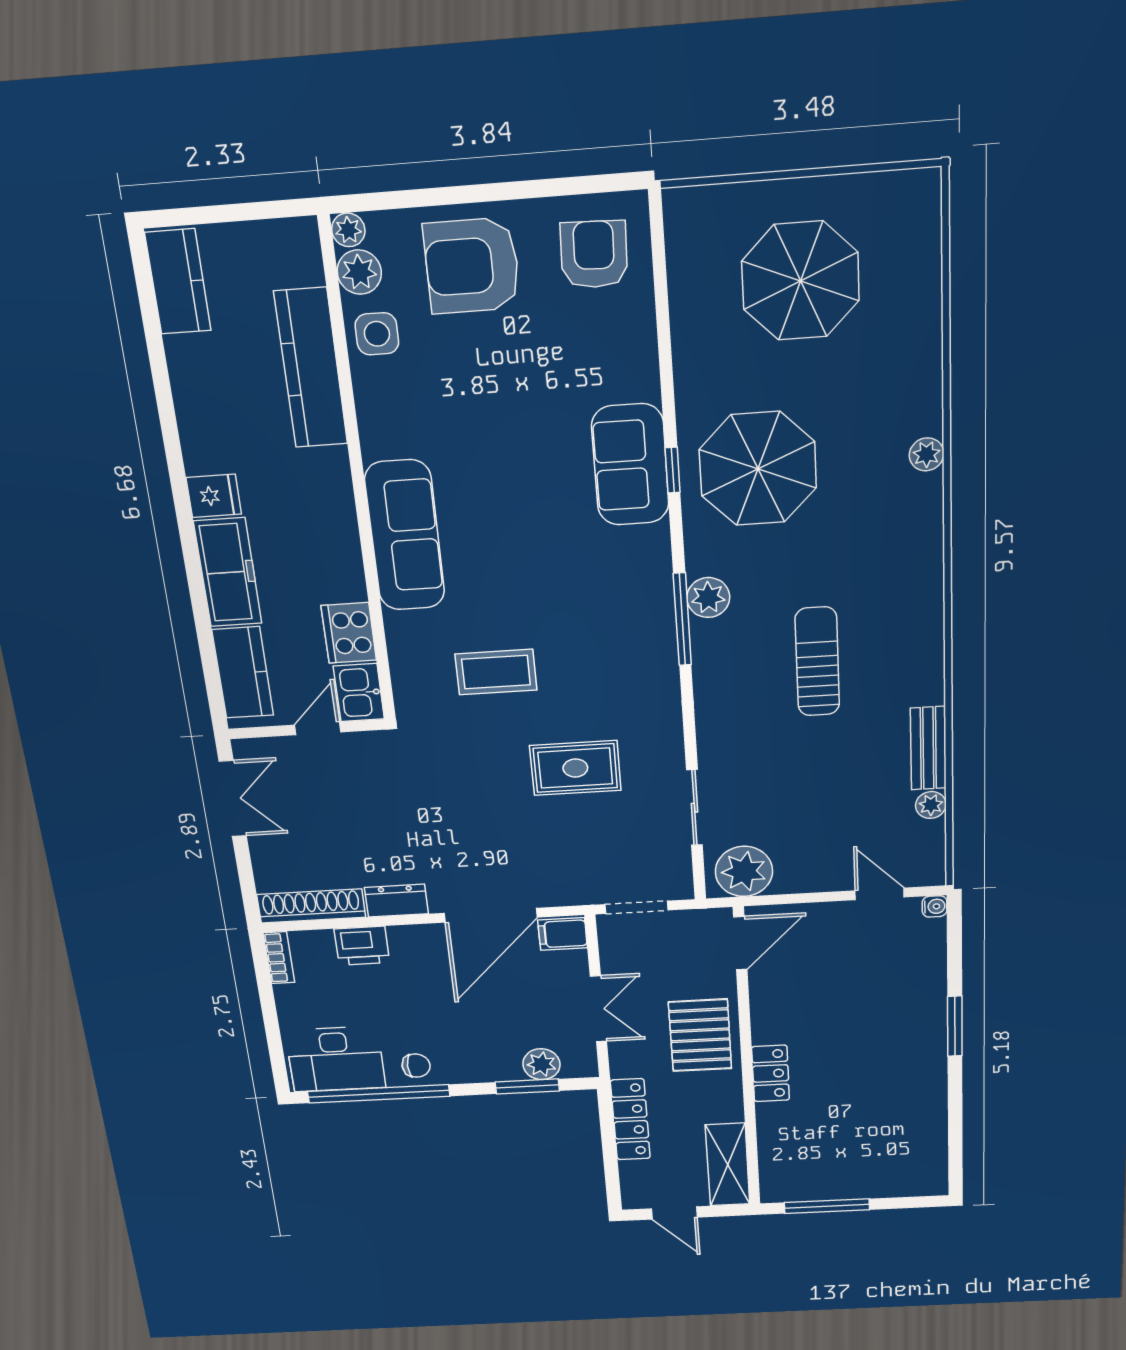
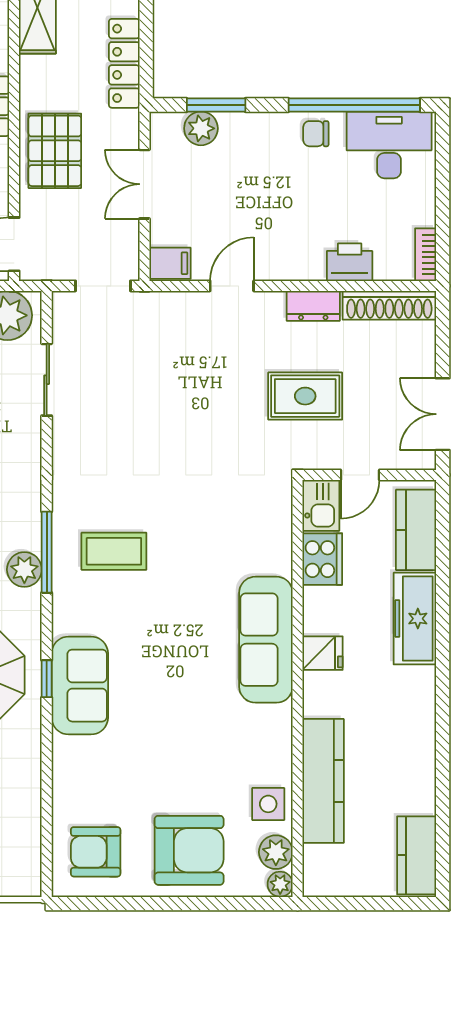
armchair: (594, 254) -> (96, 852), turned 88
fridge: (214, 496) -> (323, 653), moved, turned 180
coffee table: (496, 672) -> (114, 551), moved
rug: (575, 768) -> (305, 396), moved
door: (491, 915) -> (232, 286), width x0.53

